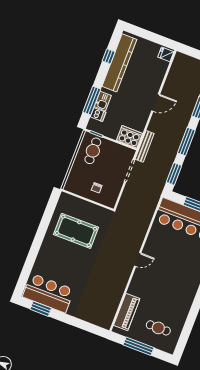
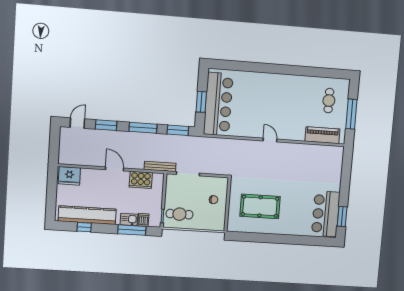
fridge: (166, 54) -> (69, 176), width x1.88, depth x1.34
cooker: (129, 137) -> (141, 180), moved, turned -90
pool table: (76, 231) -> (260, 206), turned 90

